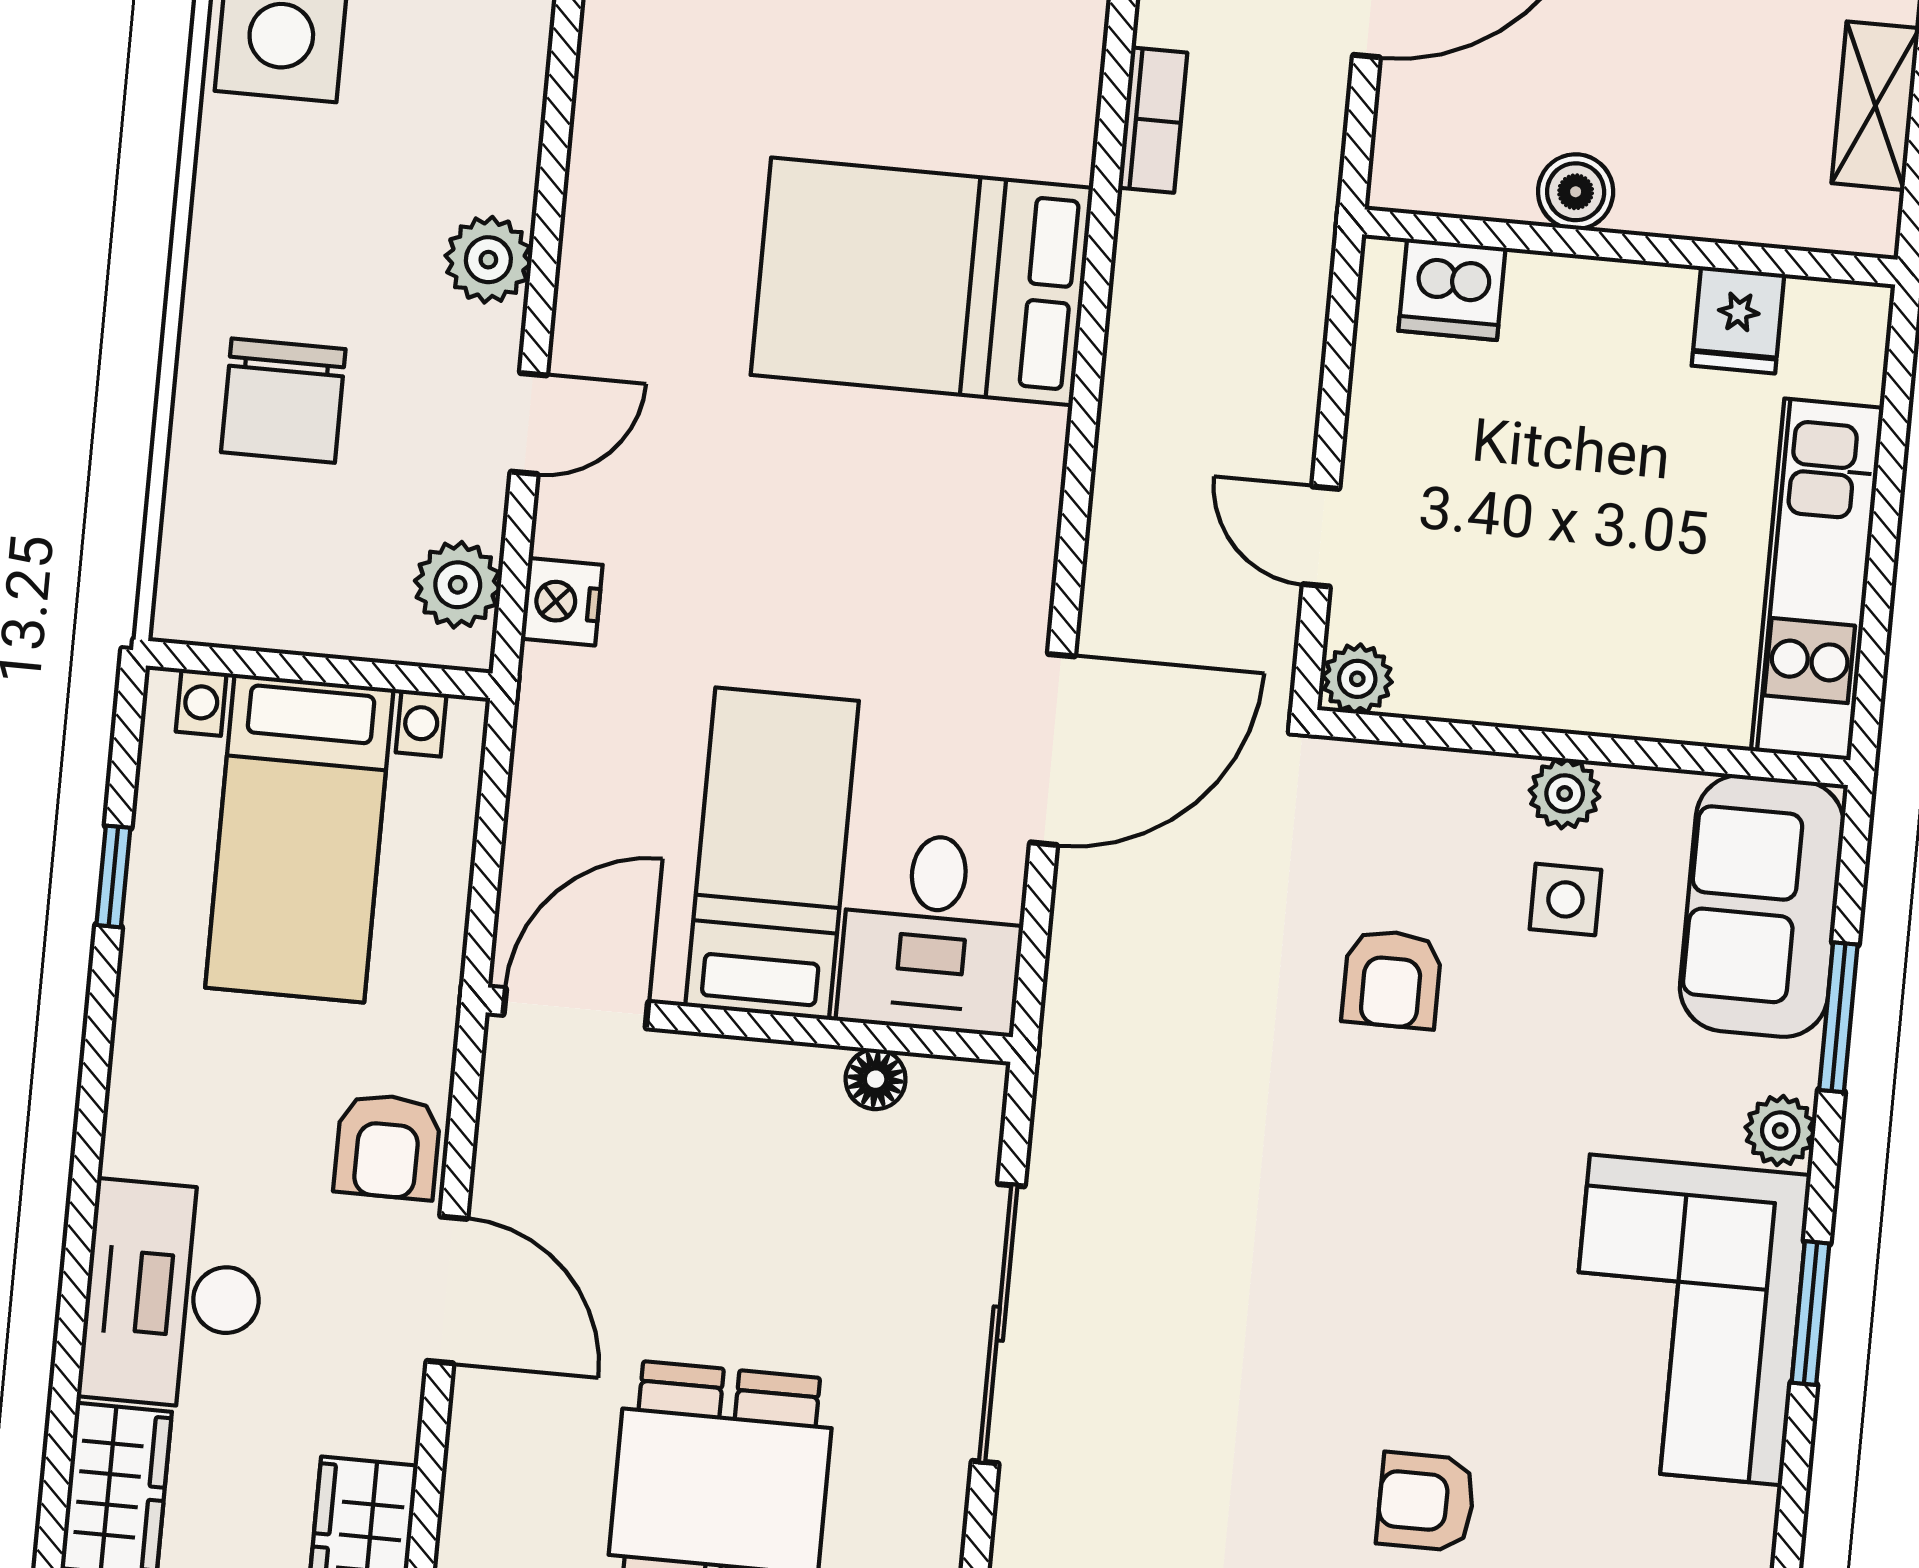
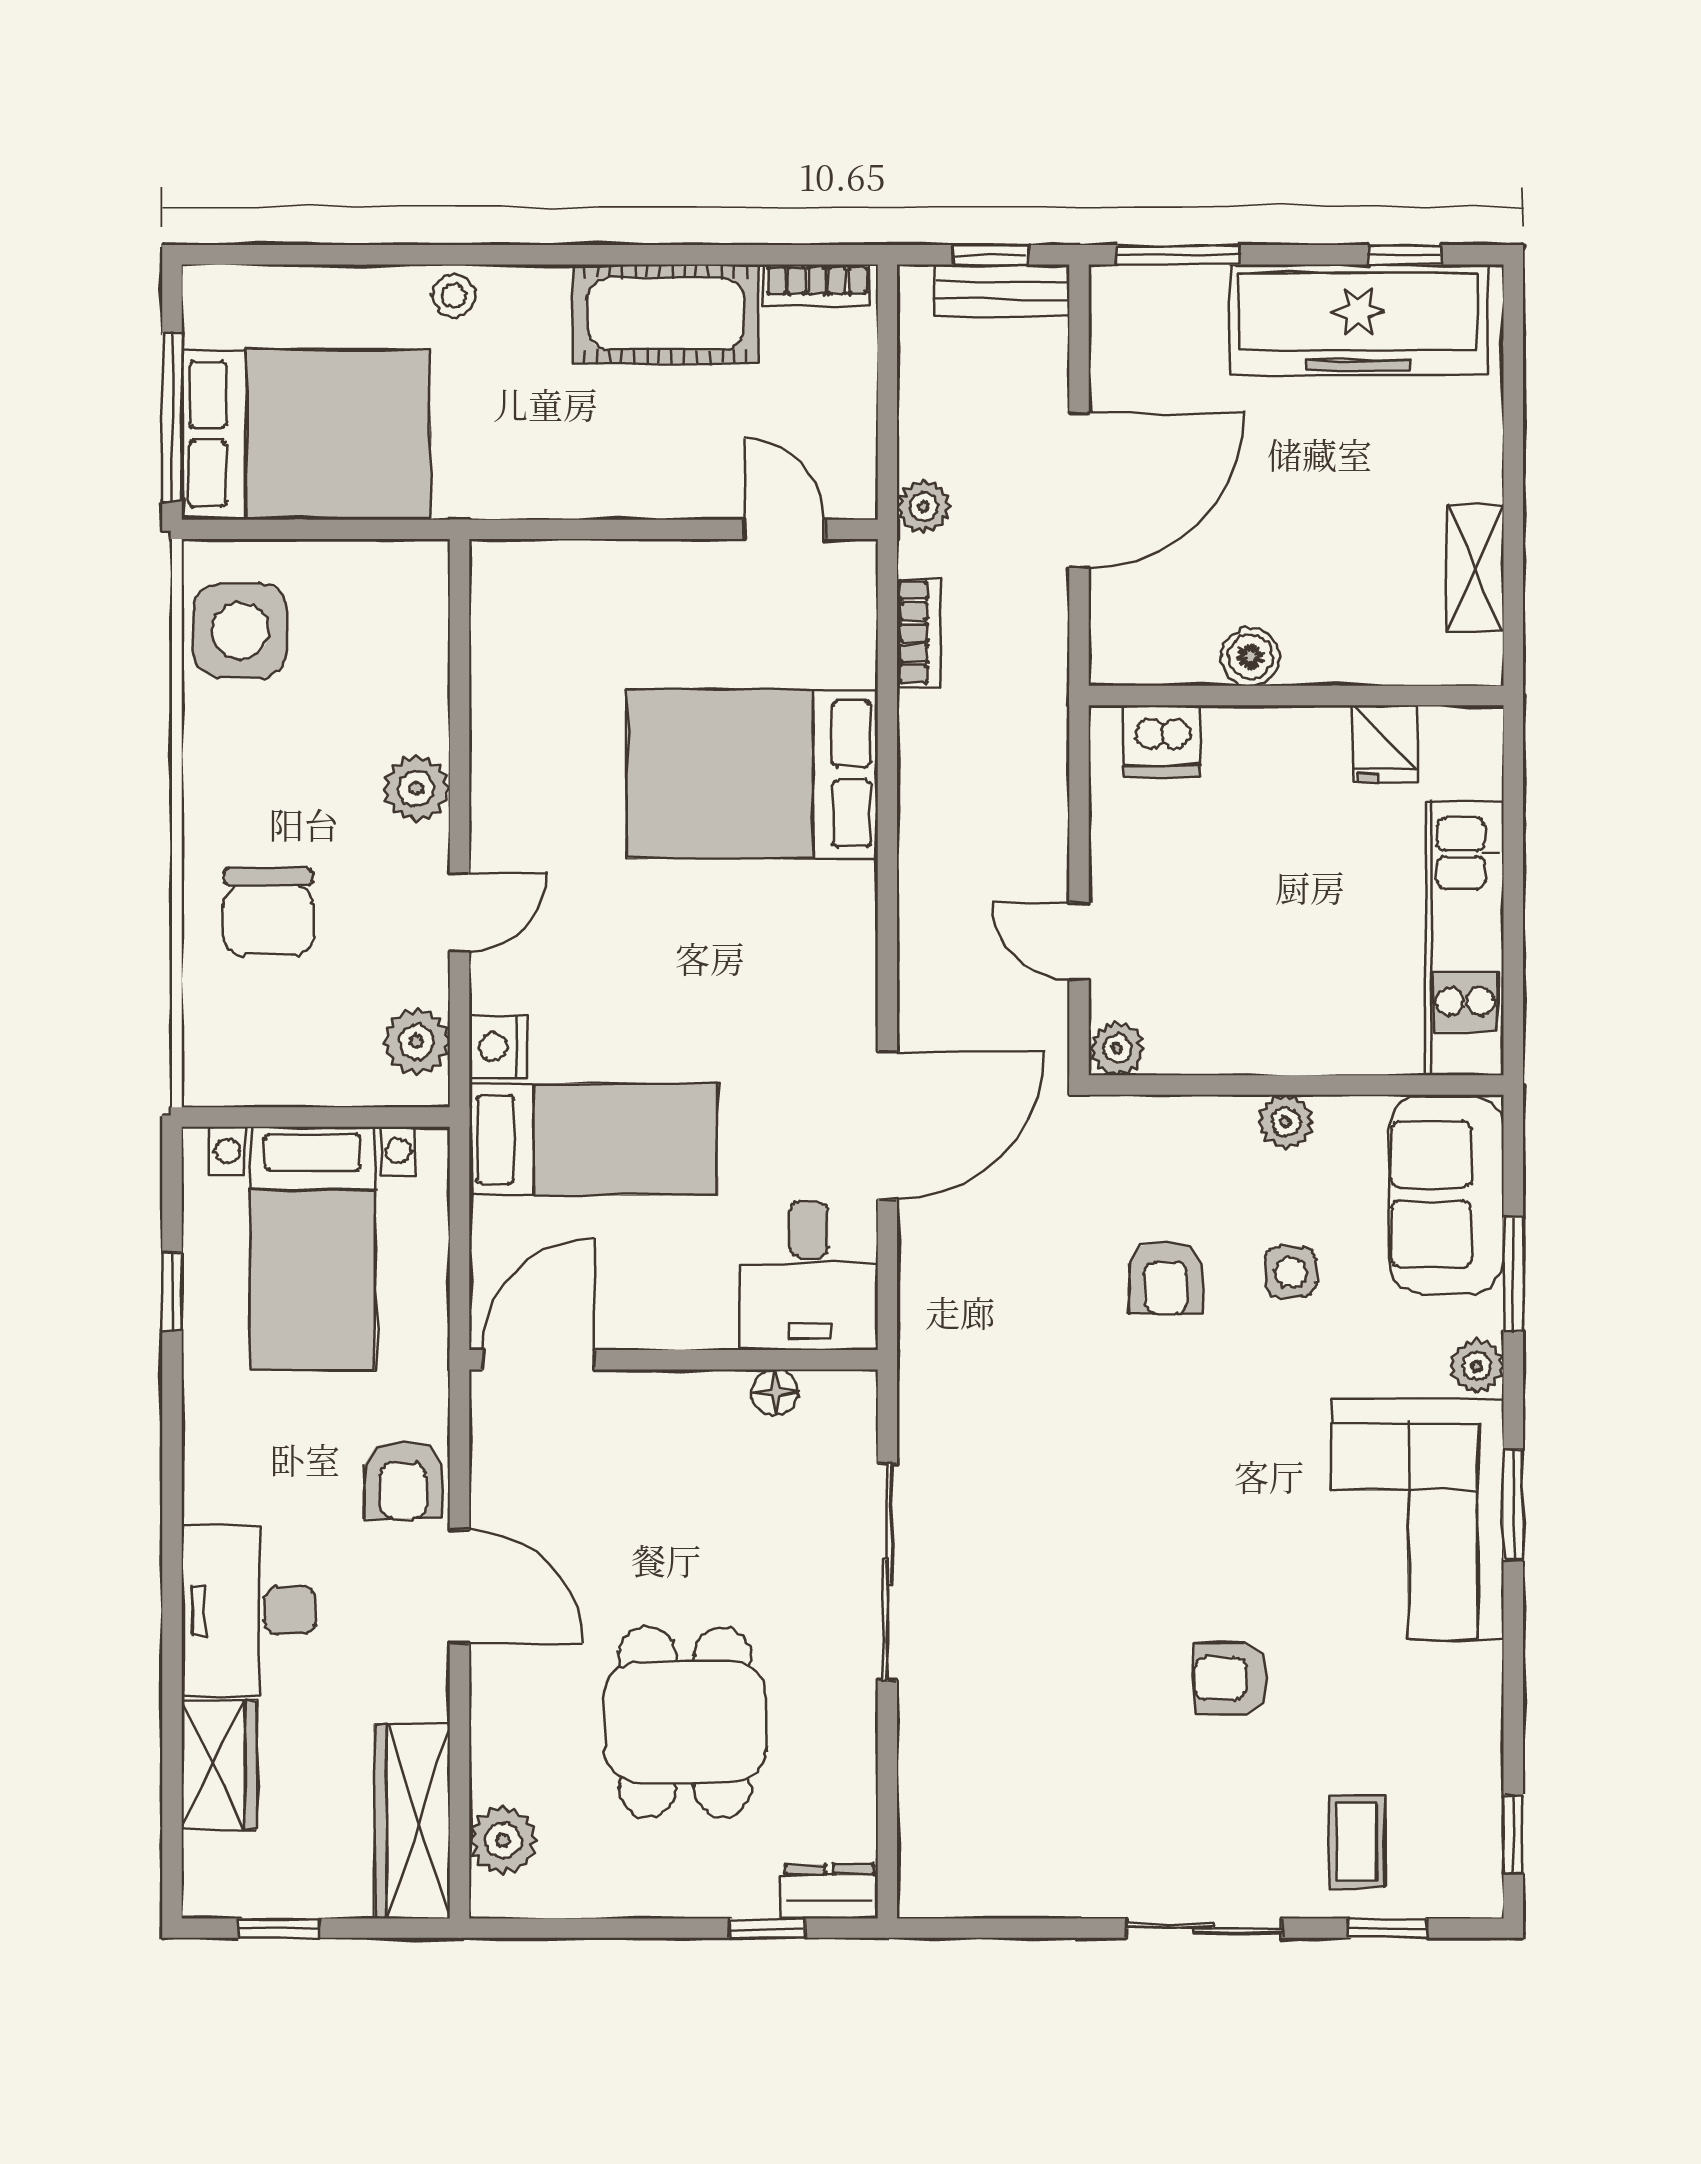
bed: (772, 854) -> (593, 1139), moved, turned 90
side table: (1565, 899) -> (1291, 1272), moved

